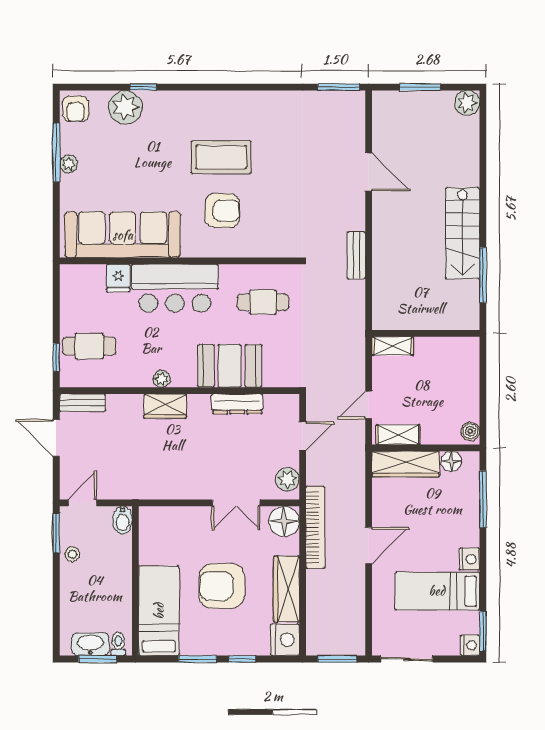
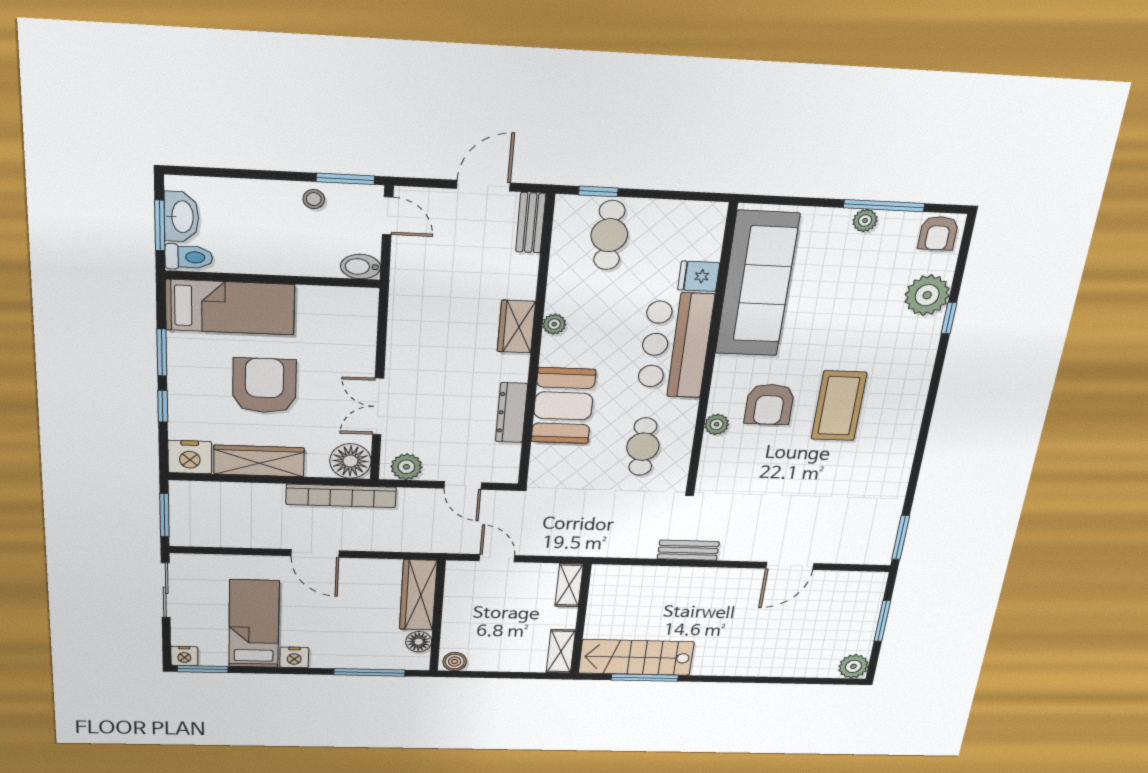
armchair: (76, 109) -> (938, 233), turned -90
stairs: (462, 233) -> (636, 657), moved
plant: (241, 248) -> (717, 424), added
shelving: (398, 435) -> (561, 651), moved
toilet: (118, 644) -> (189, 257), width x1.37, depth x1.39

